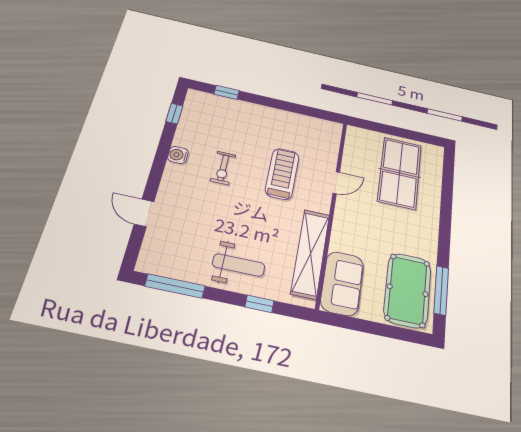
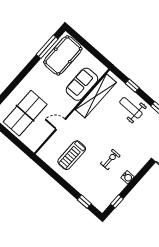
treadmill: (282, 174) -> (72, 155), moved
sofa: (342, 283) -> (82, 84), moved

